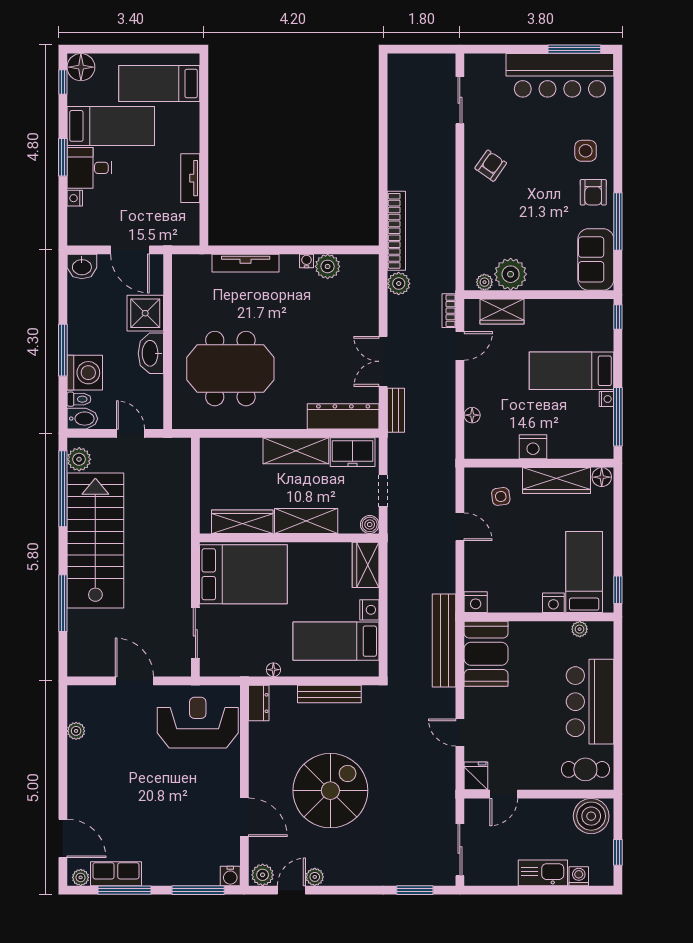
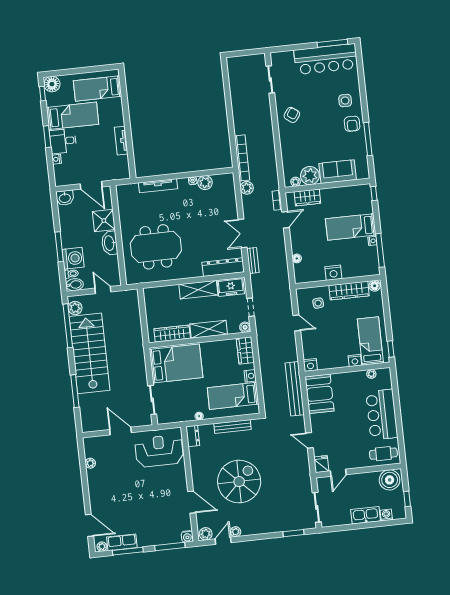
sofa: (596, 259) -> (338, 172), moved, turned 90

